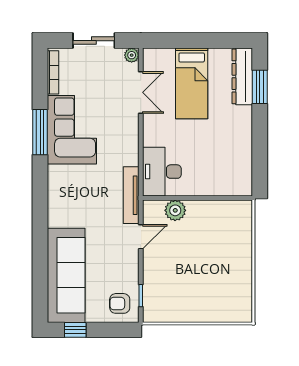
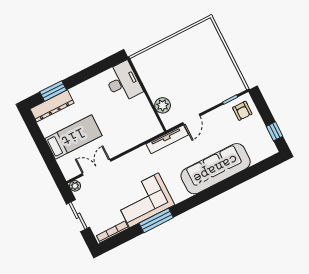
desk: (162, 172) -> (123, 82), moved, turned -90
door: (141, 237) -> (191, 119), swing flipped
sofa: (66, 275) -> (216, 169), moved

